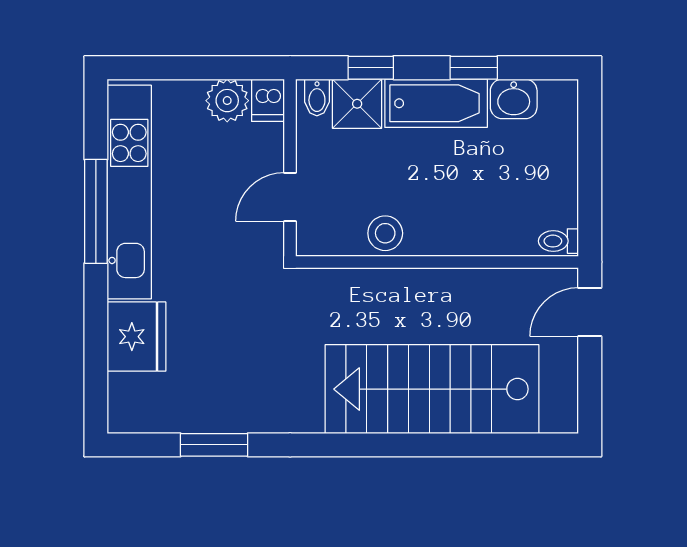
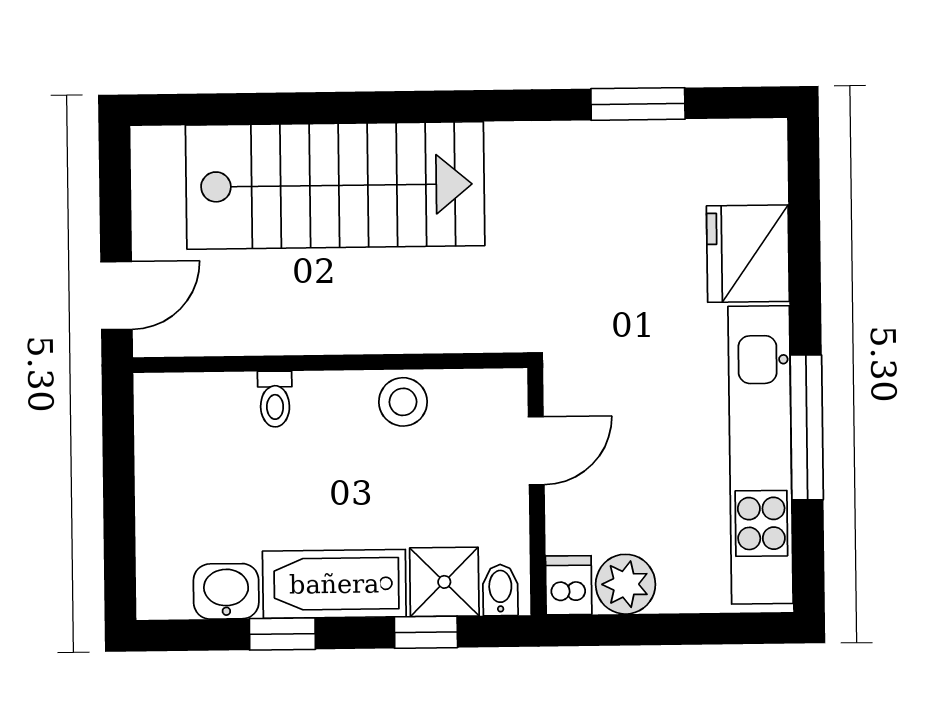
toilet: (558, 241) -> (275, 399), moved, turned 90

